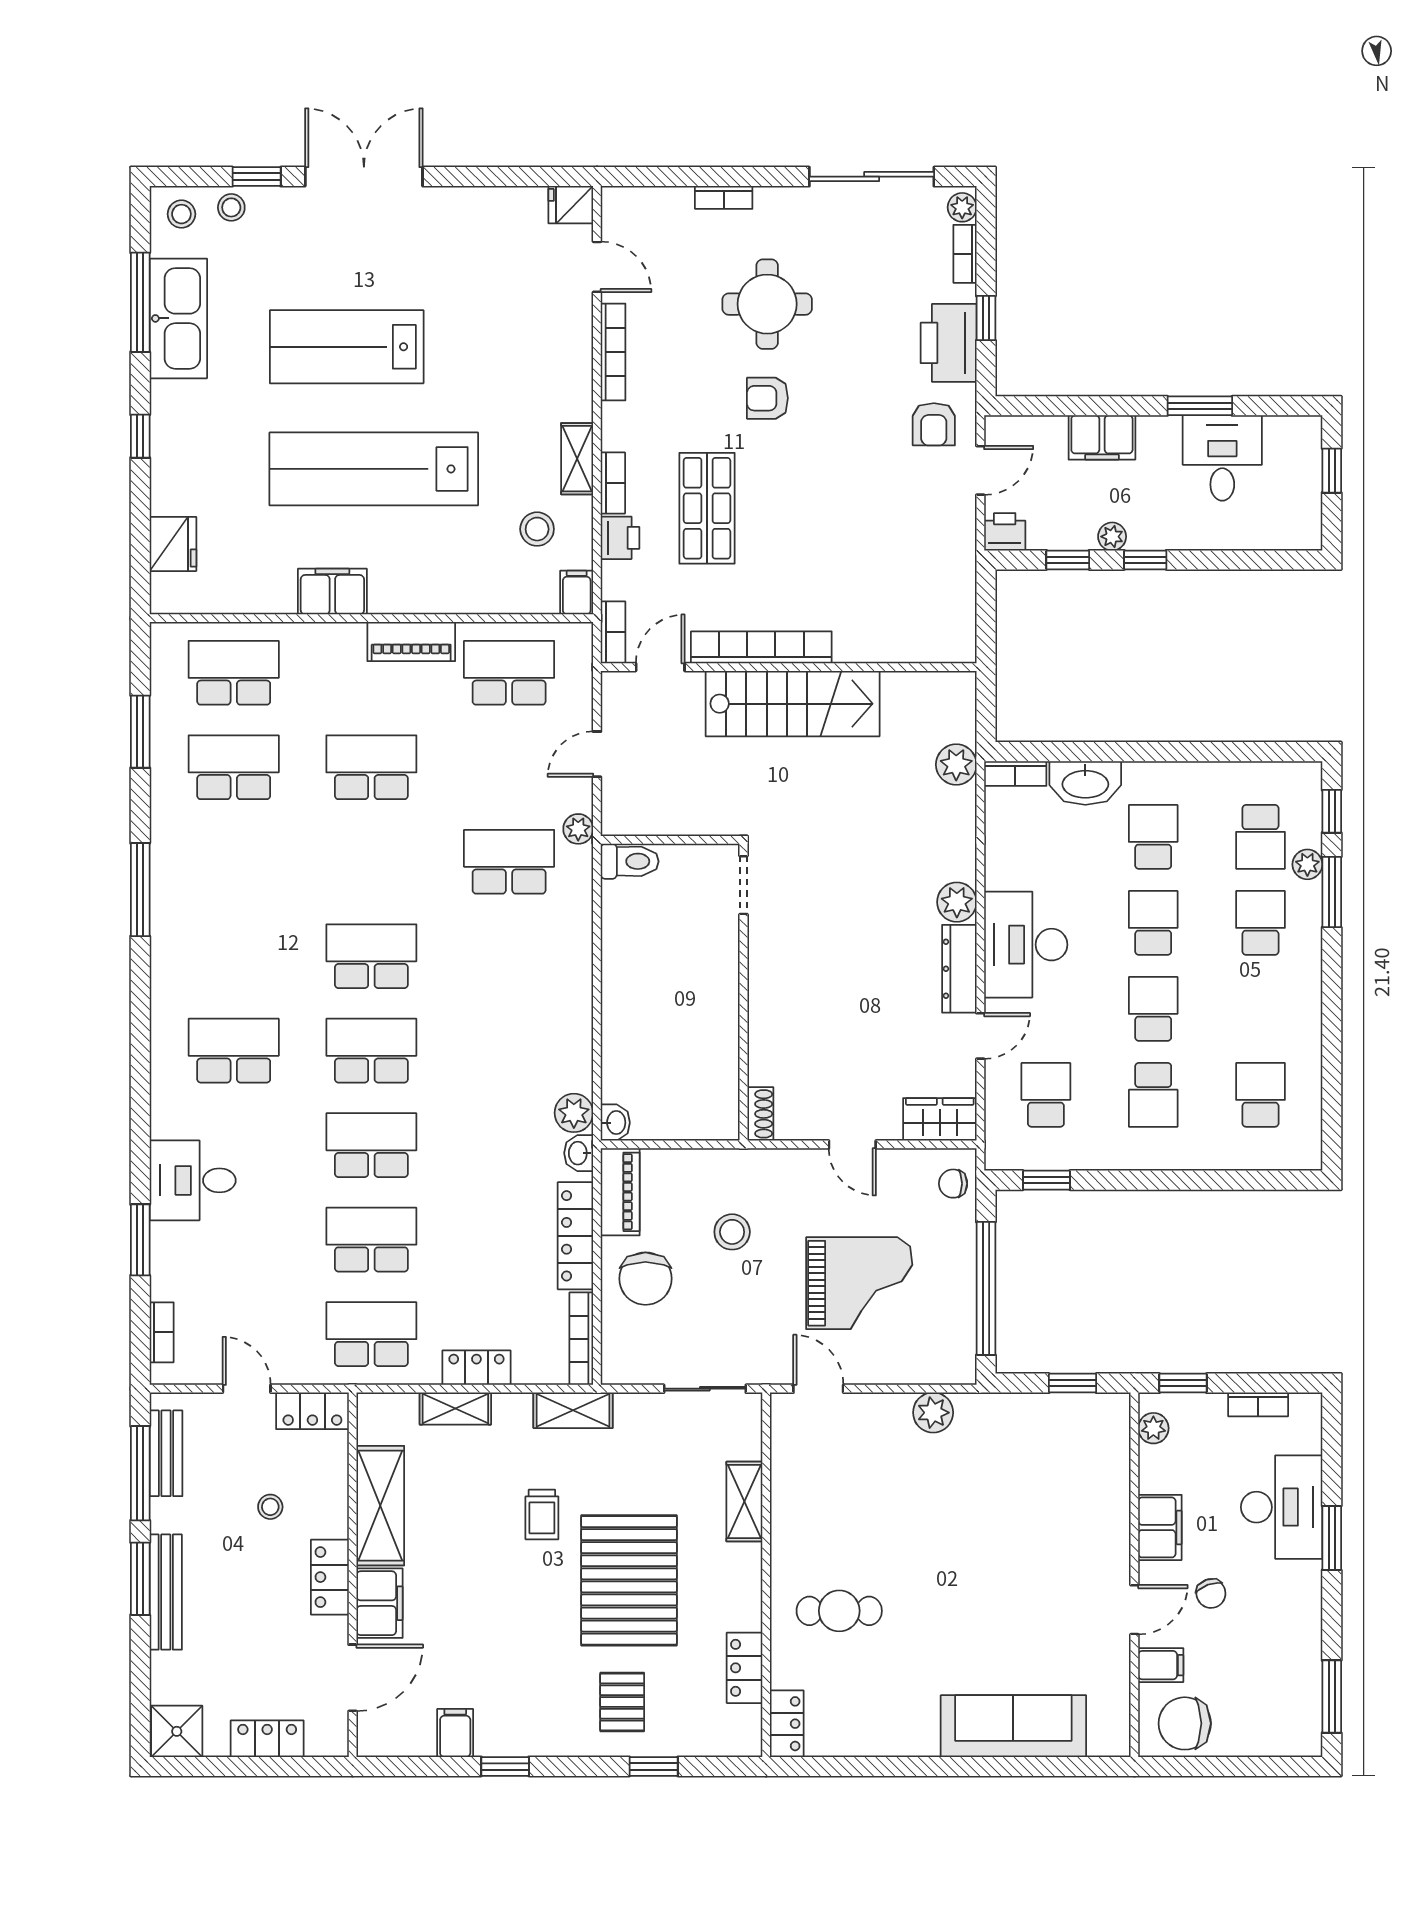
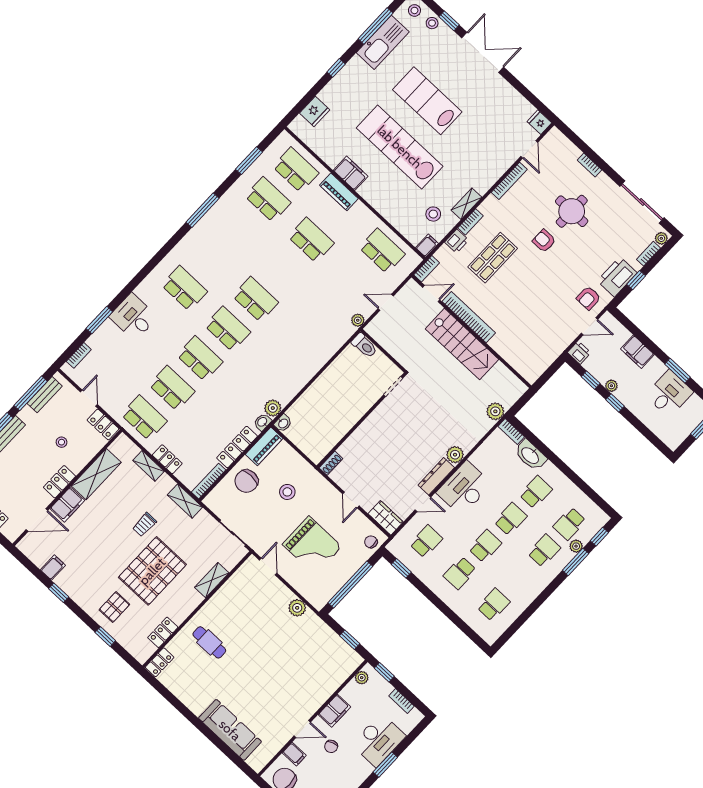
piano: (411, 642) -> (339, 192), moved
school desk: (509, 862) -> (326, 310), removed

